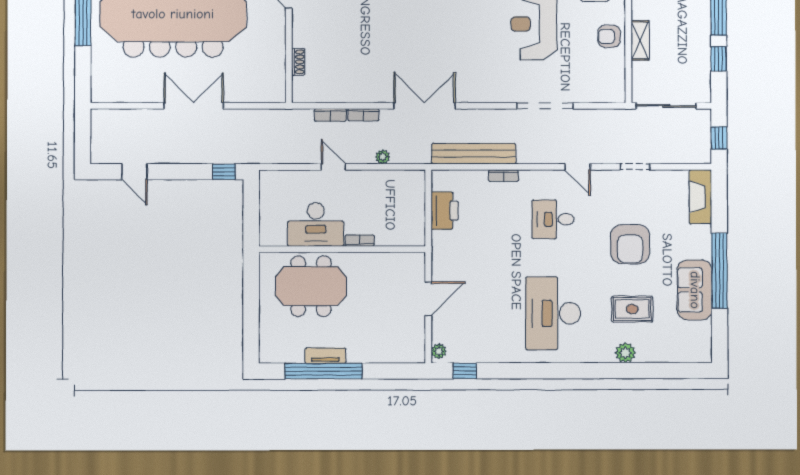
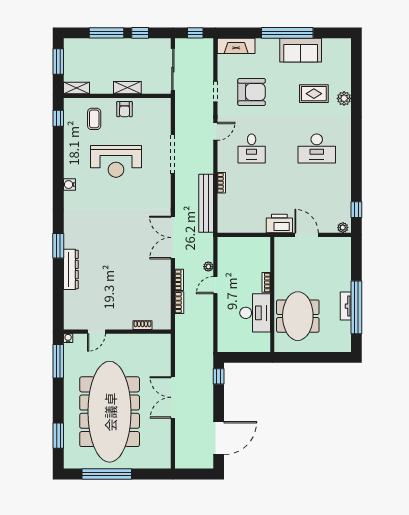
door: (333, 167) -> (215, 285), moved
door: (135, 172) -> (219, 438), width x1.87
printer: (445, 211) -> (279, 224), moved
armchair: (630, 244) -> (252, 92), moved
rug: (632, 309) -> (314, 94), turned 90
desk: (553, 313) -> (317, 148), width x0.73, depth x0.77

